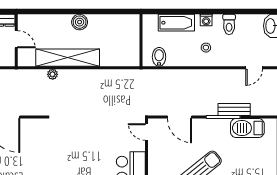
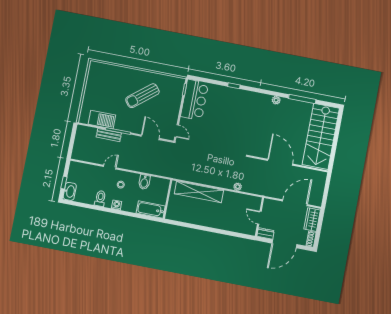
boiler: (80, 22) -> (210, 221), removed
bathtub: (176, 23) -> (151, 209), moved
bidet: (159, 57) -> (144, 182), moved
shelving: (68, 58) -> (199, 192), moved
door: (254, 68) -> (110, 167), moved

